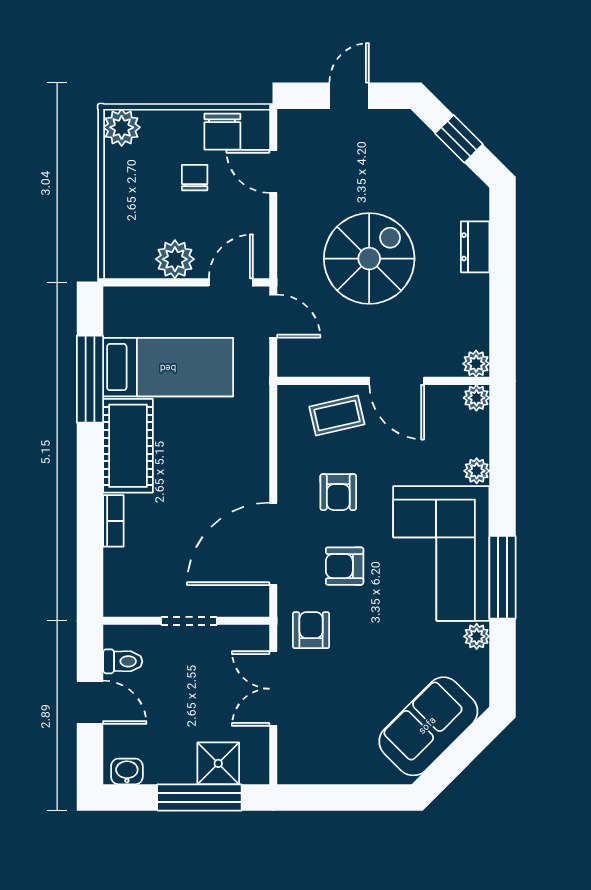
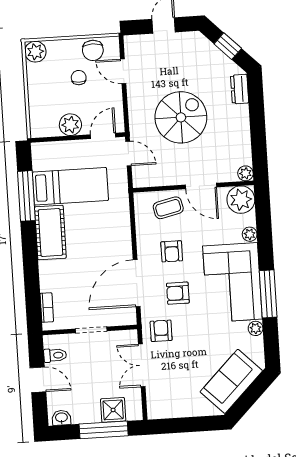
dresser: (475, 247) -> (240, 89), moved
plant: (476, 398) -> (241, 200), width x1.88, depth x1.88
bookcase: (113, 521) -> (47, 308), moved

